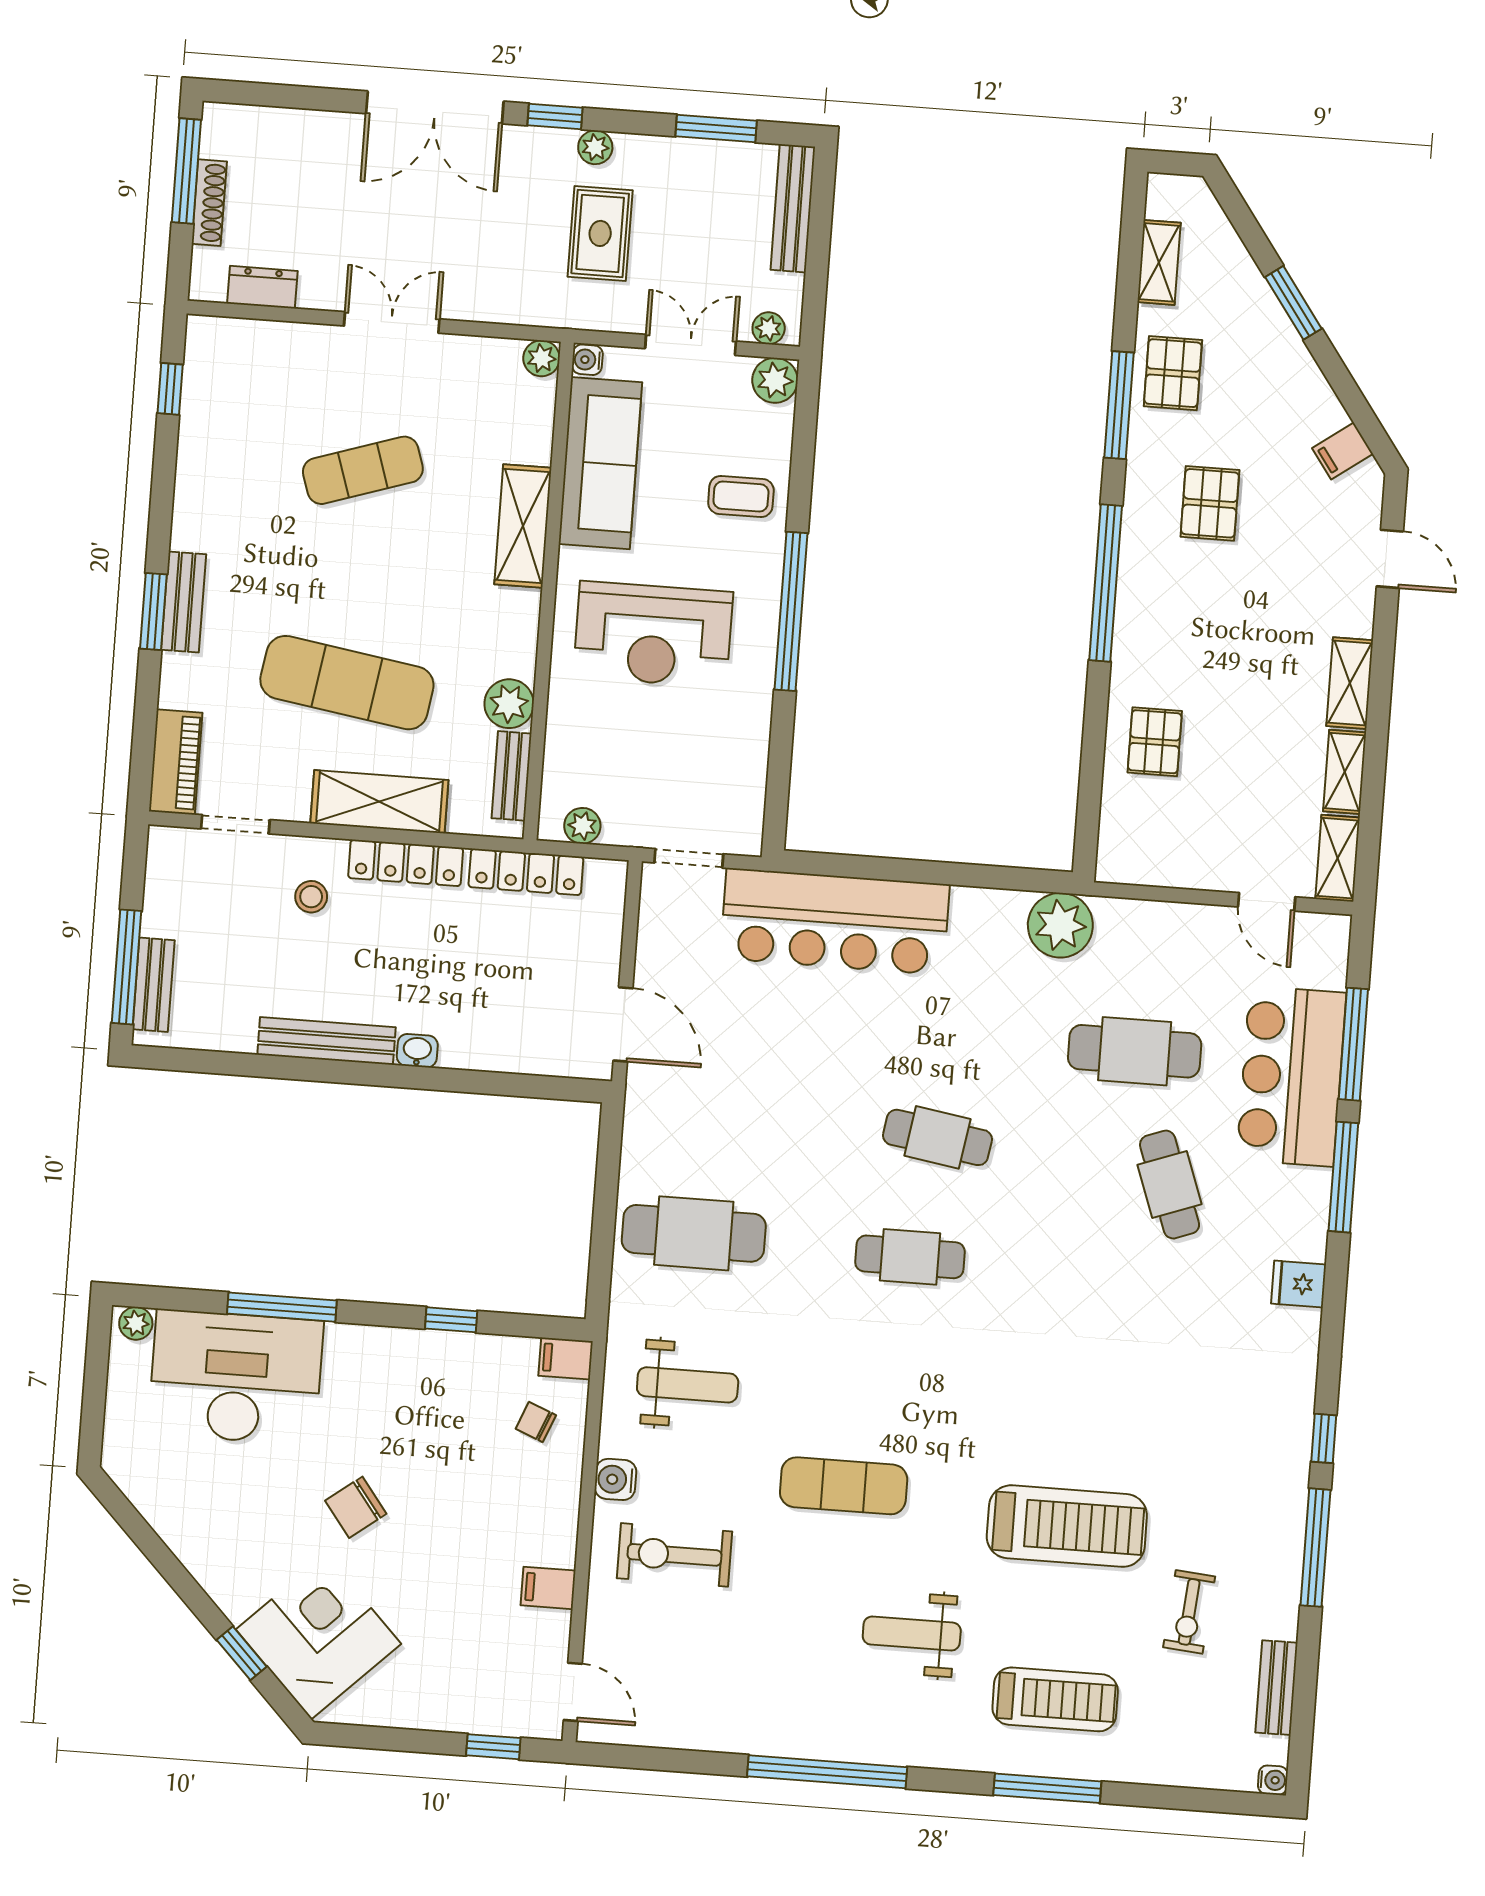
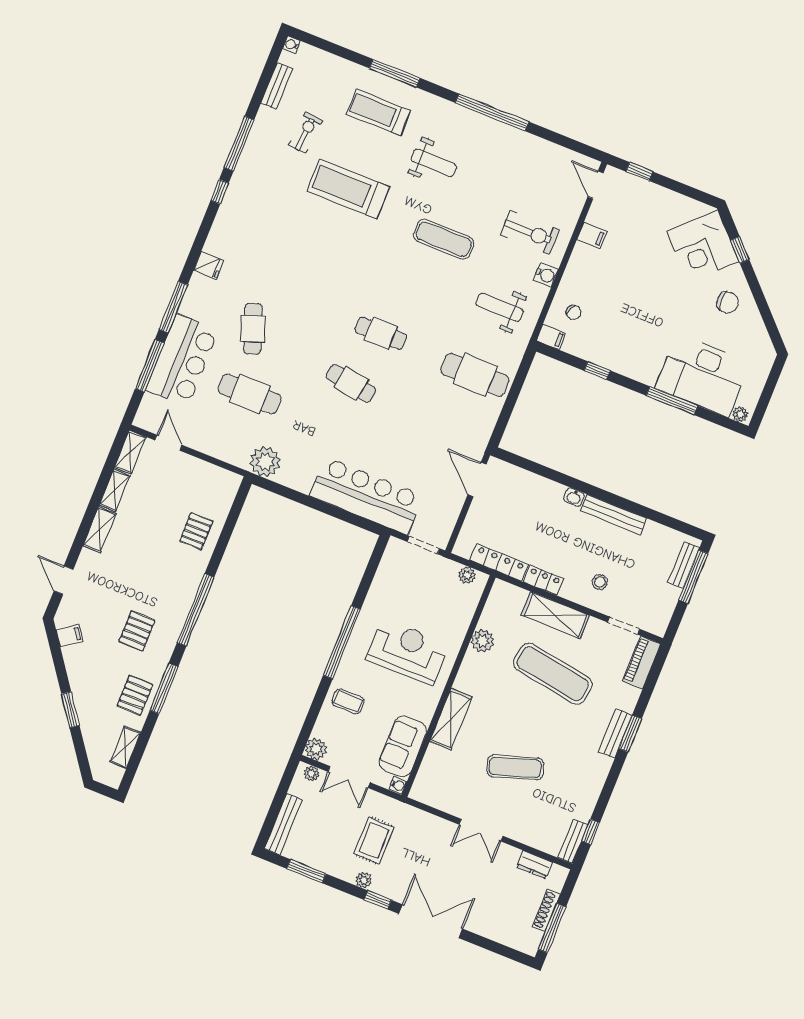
plant: (541, 358) -> (418, 792), removed
sofa: (600, 463) -> (403, 746), width x0.73
bench: (511, 776) -> (573, 841), moved
locker: (406, 863) -> (543, 580), width x0.66
chair: (356, 1507) -> (728, 302), moved, turned 37

